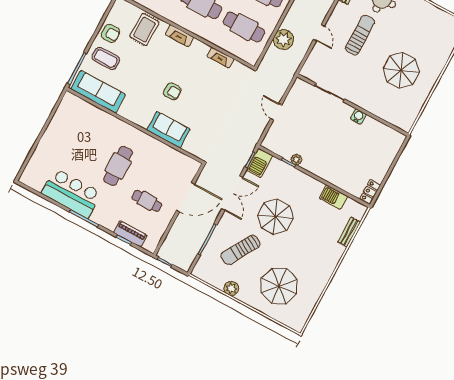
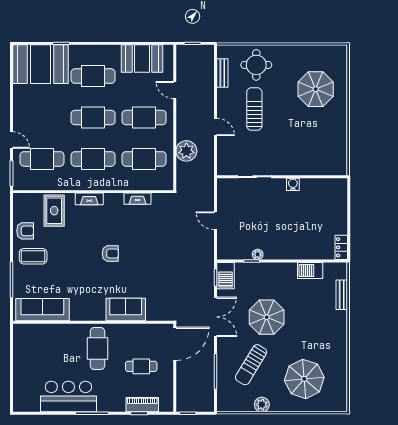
parasol: (401, 70) -> (316, 89), moved
sofa: (98, 92) -> (42, 310), moved
wall: (135, 126) -> (93, 322), moved
sofa: (168, 130) -> (126, 309), moved

